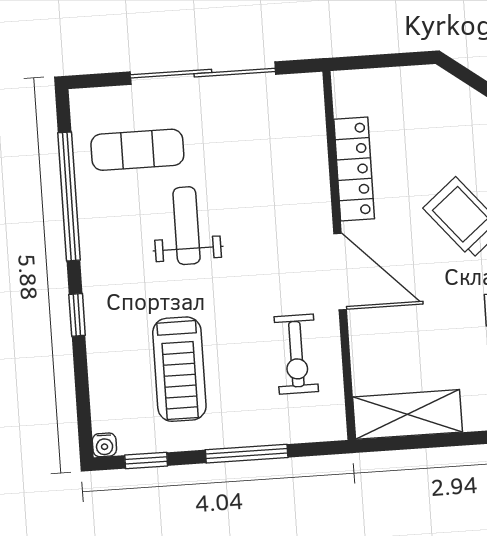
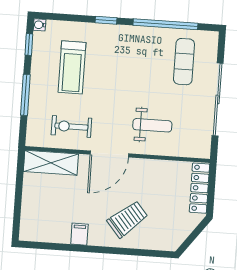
locker: (354, 169) -> (199, 188), moved, turned 90
weight bench: (187, 226) -> (152, 125), moved
treadmill: (179, 369) -> (72, 67), turned -90
shelving: (408, 414) -> (51, 163), moved, turned 90

